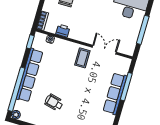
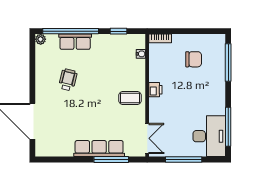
printer: (63, 31) -> (155, 90), moved
window: (30, 42) -> (119, 31), moved
double door: (104, 50) -> (147, 138), moved
row of seats: (29, 75) -> (75, 42), width x0.50

